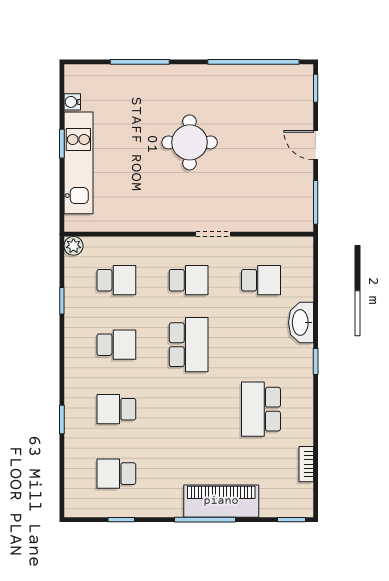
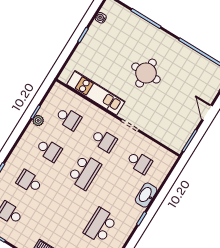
kitchen unit: (78, 163) -> (96, 93), moved, turned -90
plant: (73, 246) -> (38, 120), moved

